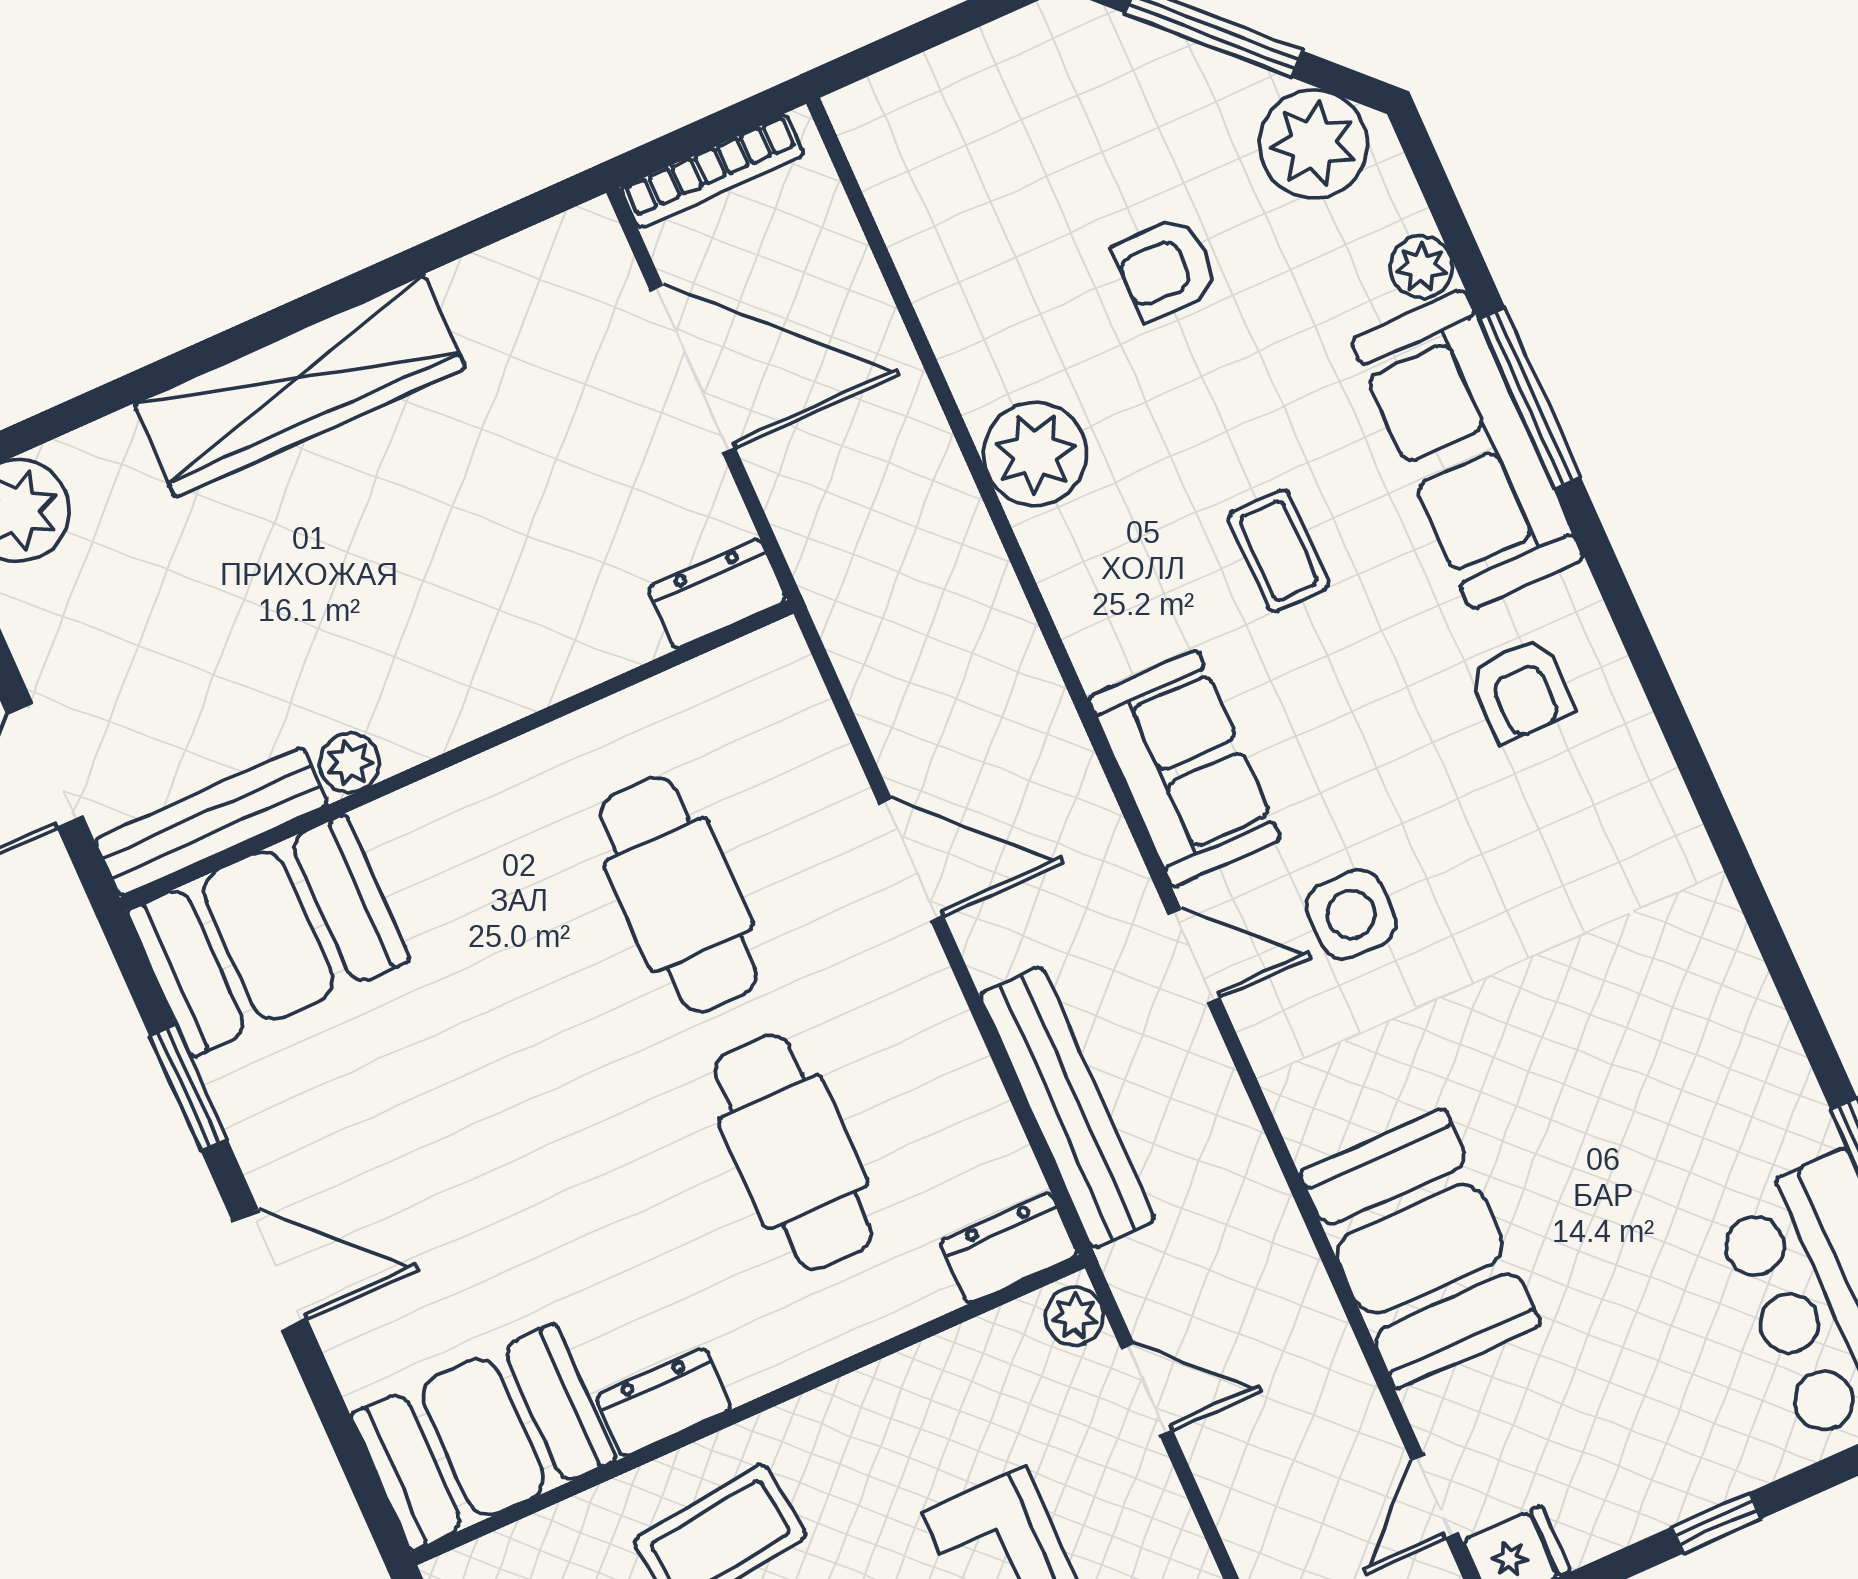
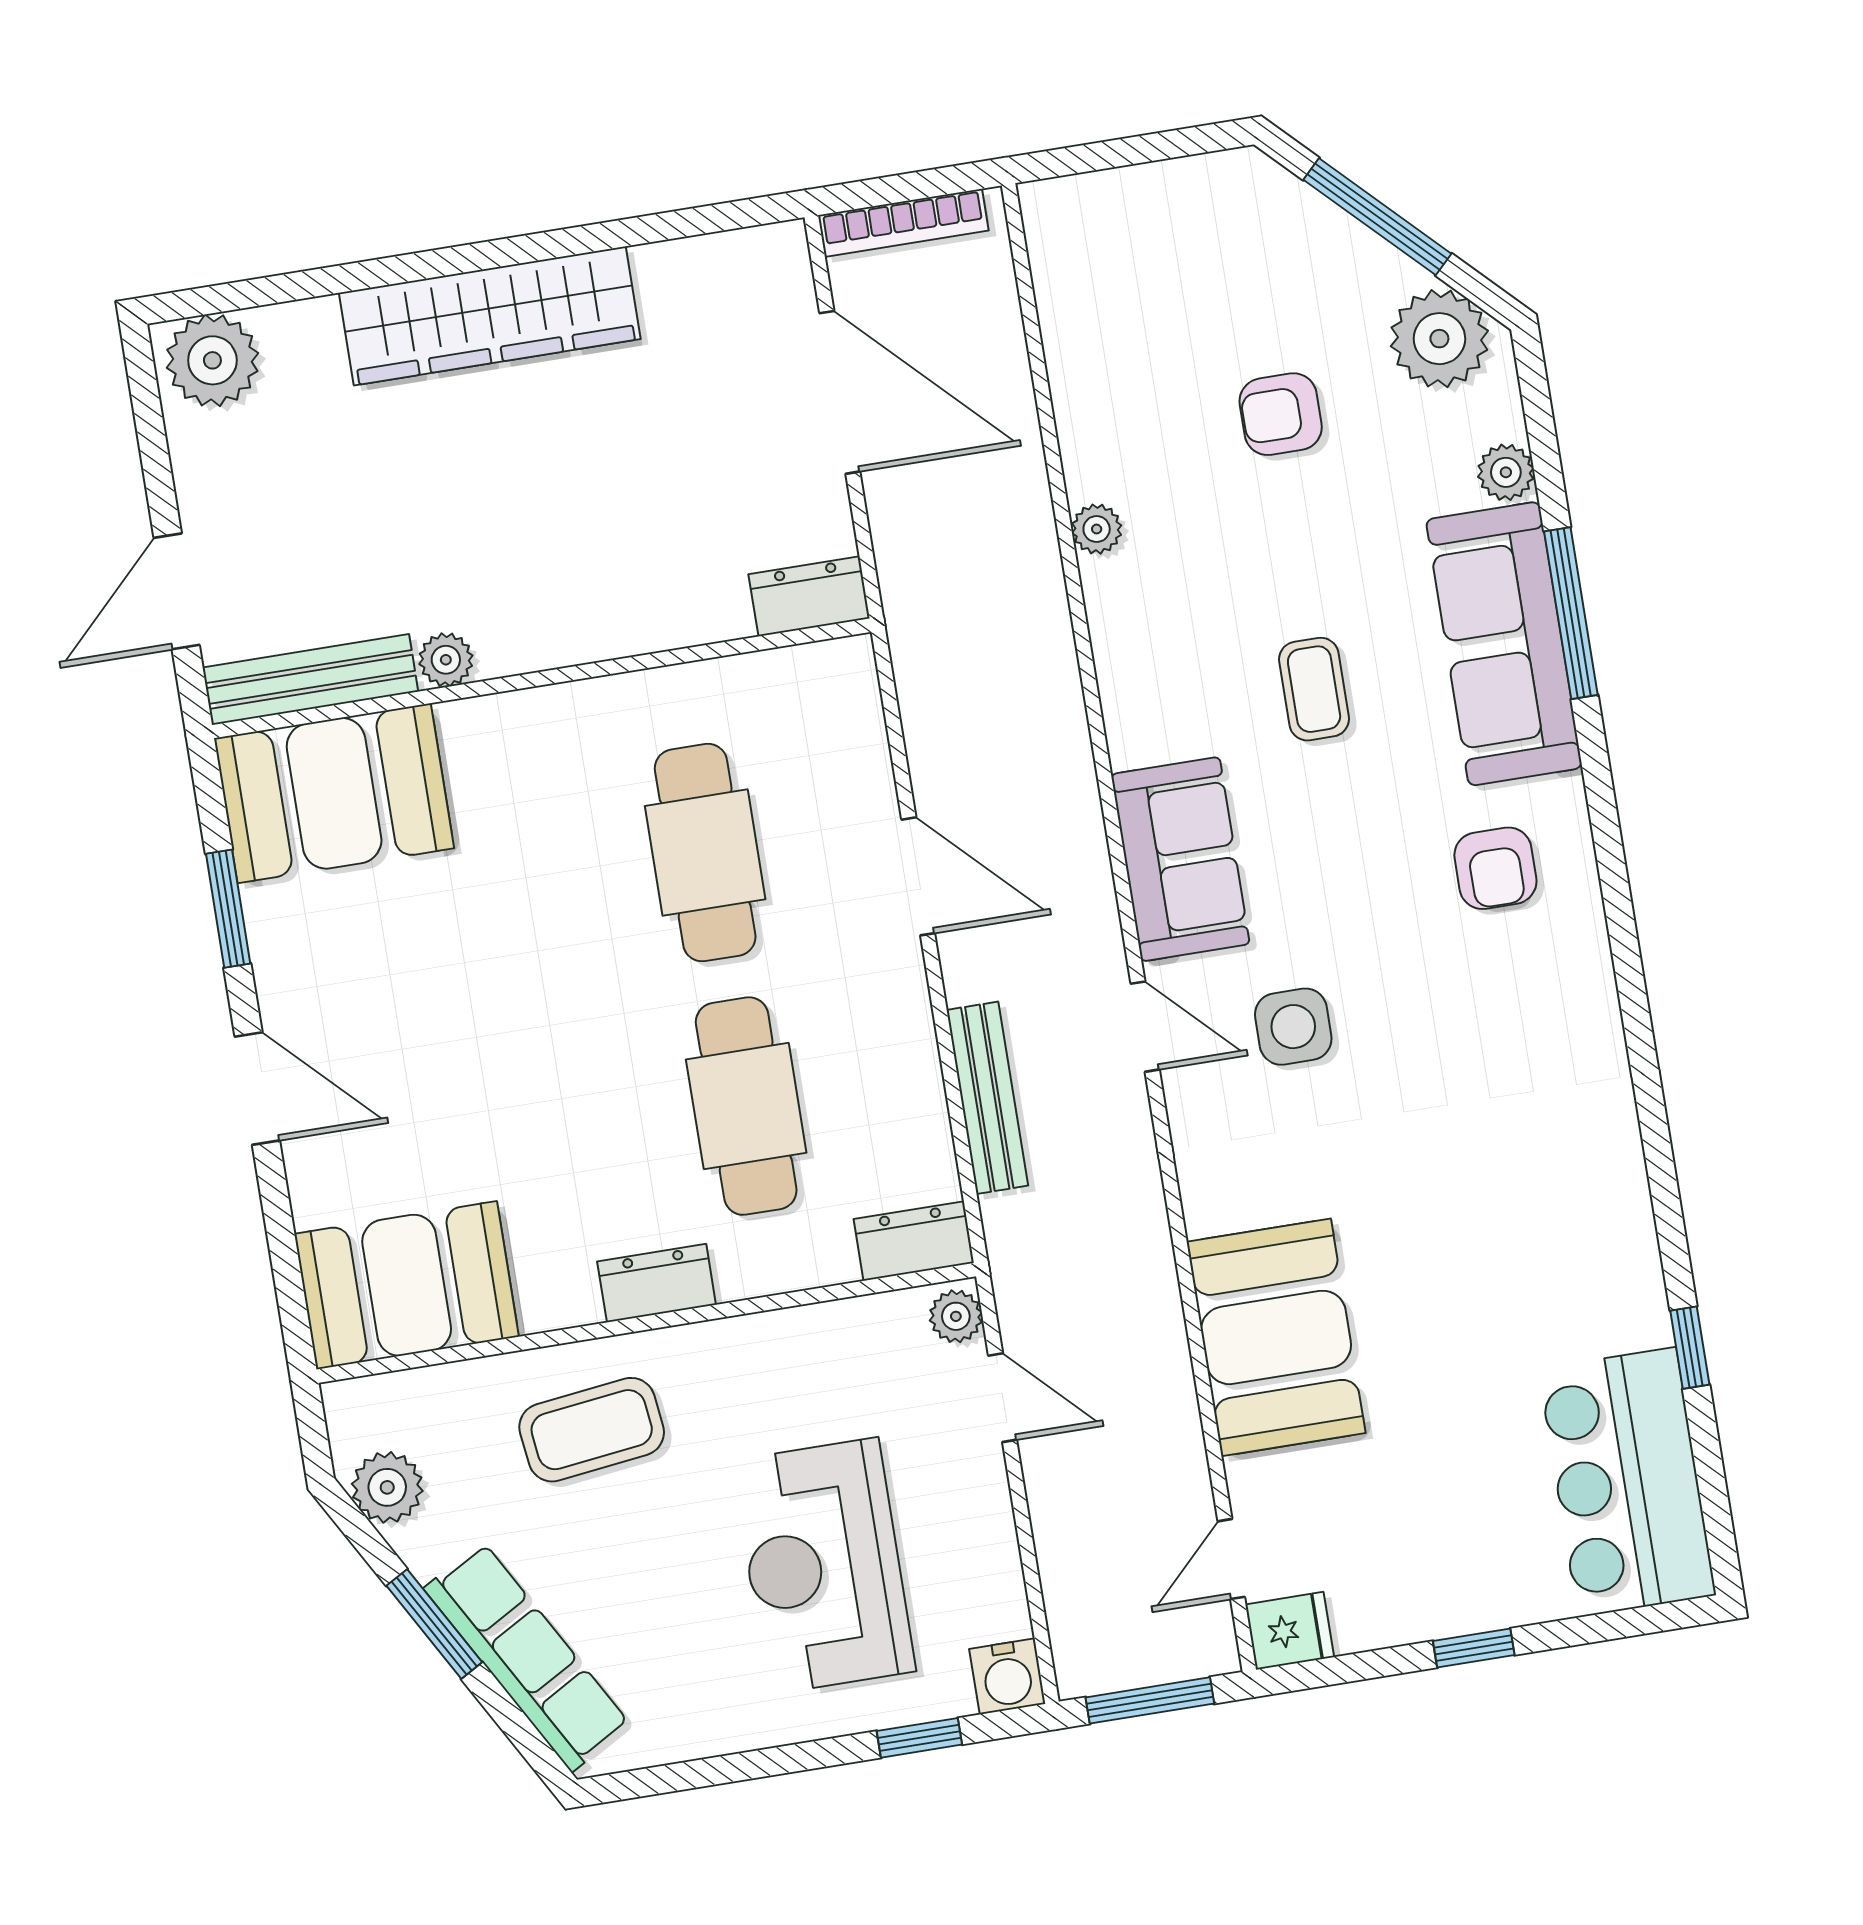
plant: (1035, 454) -> (1097, 529), width x0.53, depth x0.53
bench: (1067, 1107) -> (987, 1098), width x0.73, depth x0.82
dresser: (664, 1402) -> (657, 1283), moved

